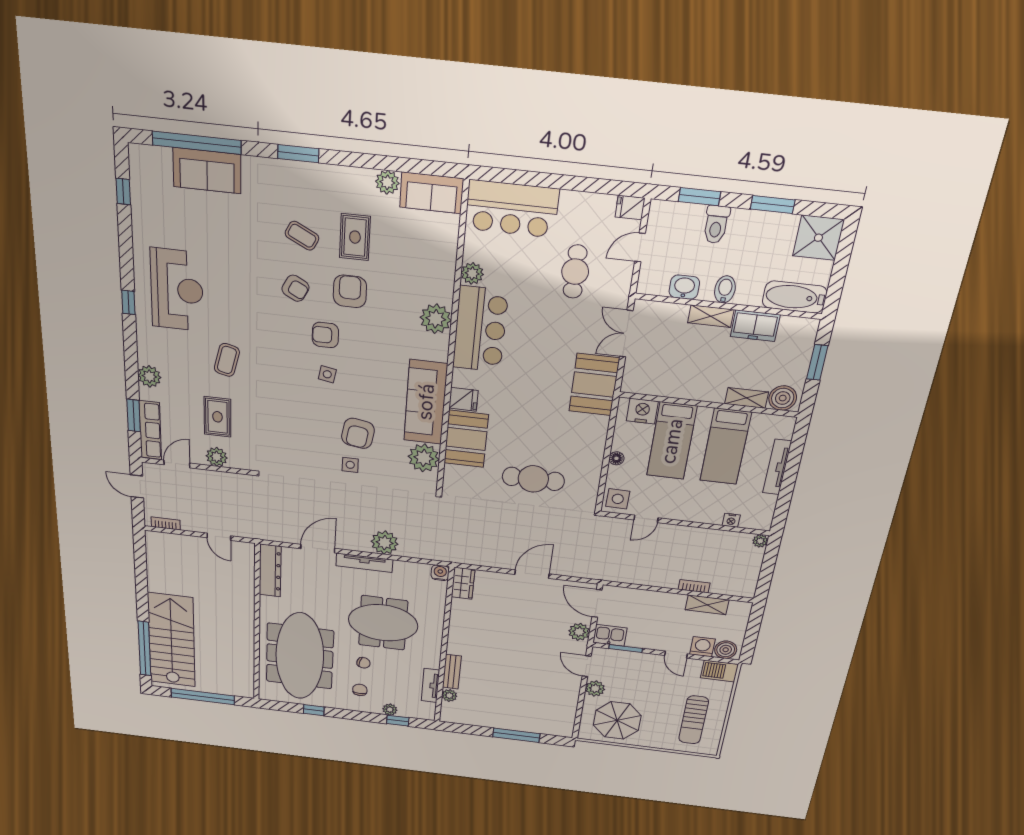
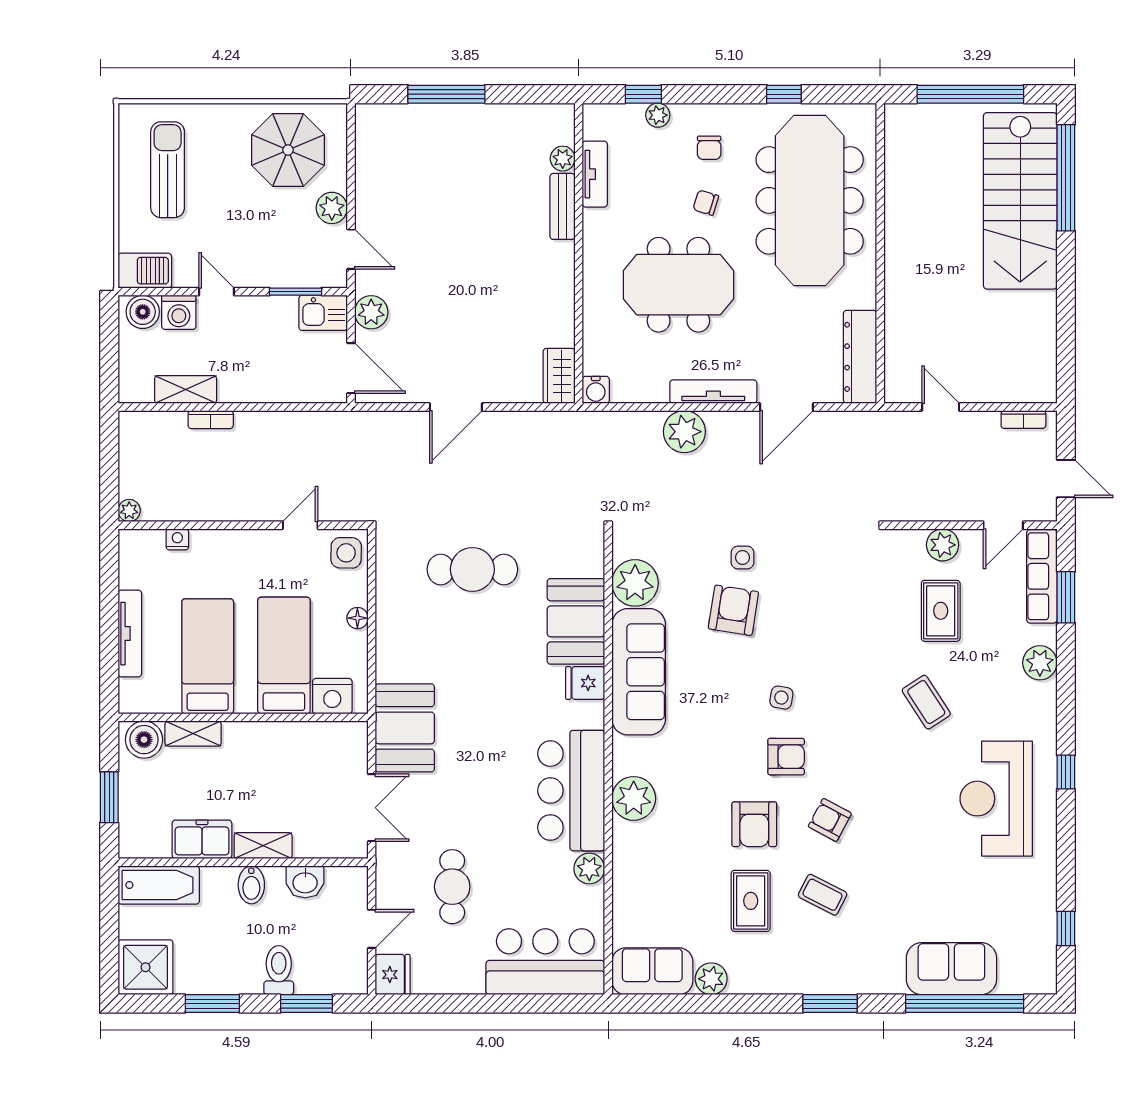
fridge: (630, 207) -> (393, 975), width x1.38
coffee table: (227, 360) -> (926, 702), turned -47

